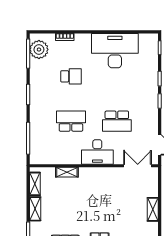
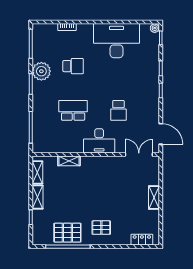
plant: (154, 38) -> (155, 28), added
plant: (39, 50) -> (41, 71), moved
school desk: (117, 121) -> (118, 110), width x0.54

